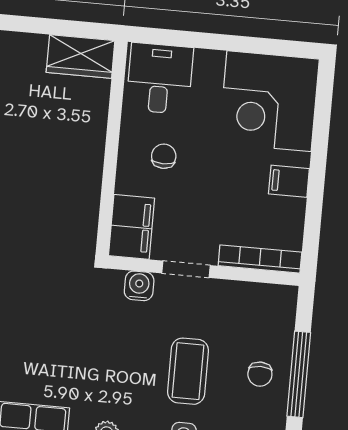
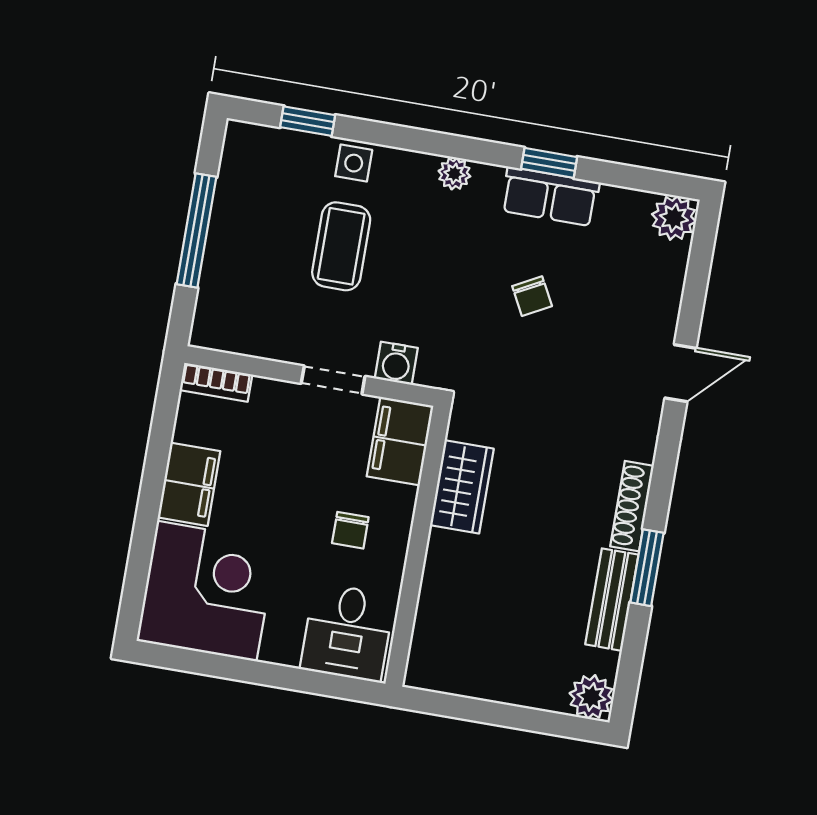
wardrobe: (81, 57) -> (462, 487), moved, turned 90
filing cabinet: (289, 181) -> (189, 484), width x2.00
bookcase: (260, 259) -> (216, 382), width x0.64
chair: (260, 374) -> (532, 296), moved, turned 152

